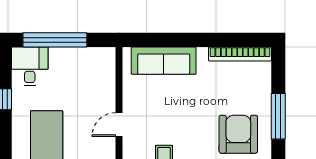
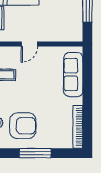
door: (119, 125) -> (29, 44), swing flipped

